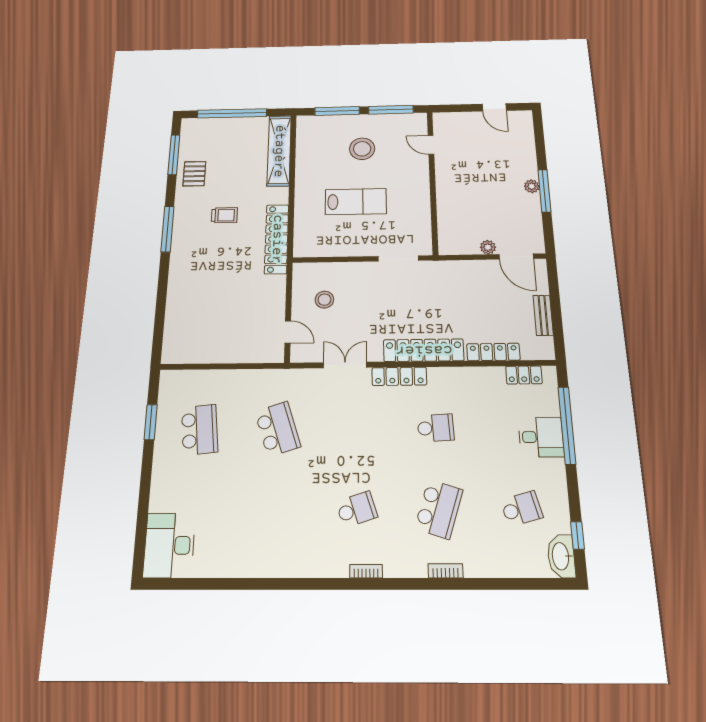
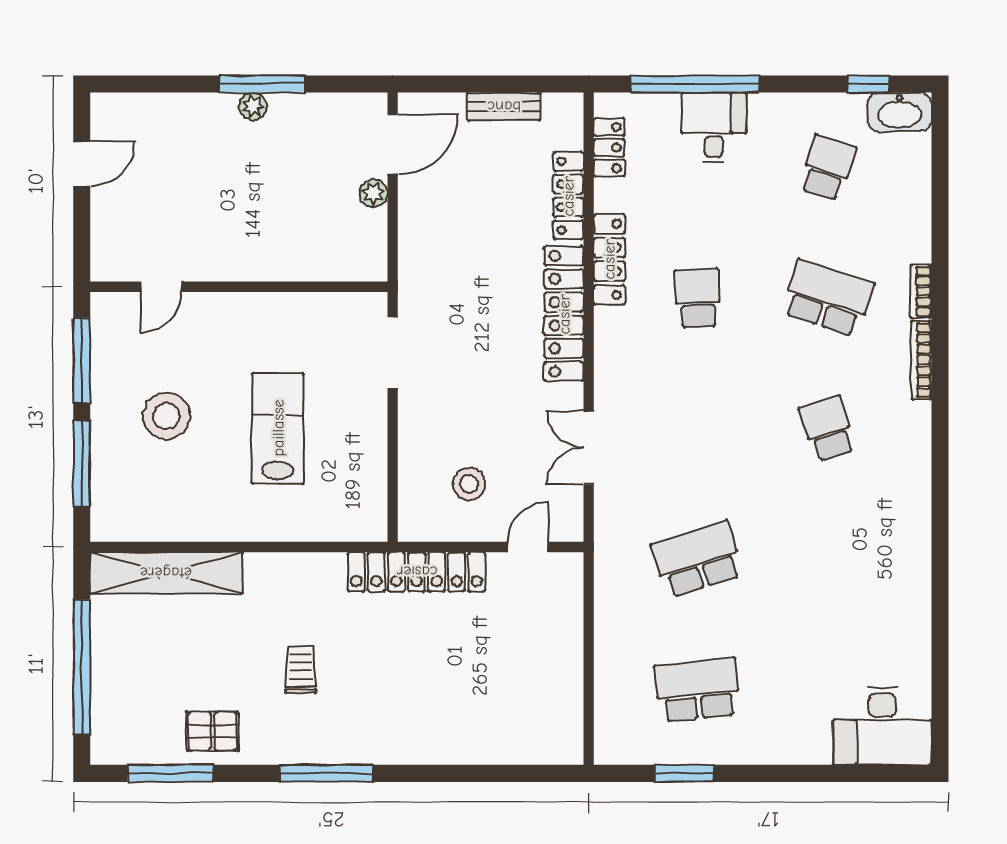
locker: (277, 239) -> (417, 572), moved
locker: (399, 376) -> (609, 259), moved
school desk: (522, 509) -> (828, 168), turned 33
bookcase: (366, 571) -> (921, 360), moved, width x1.56

